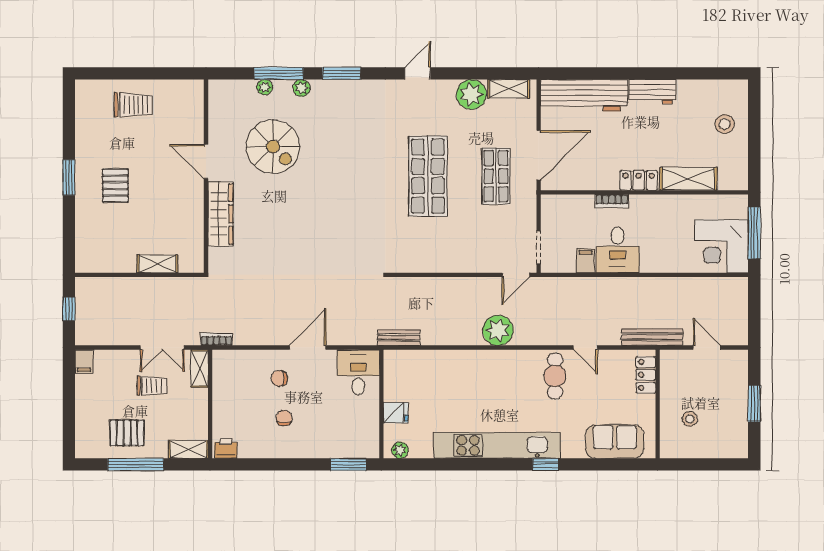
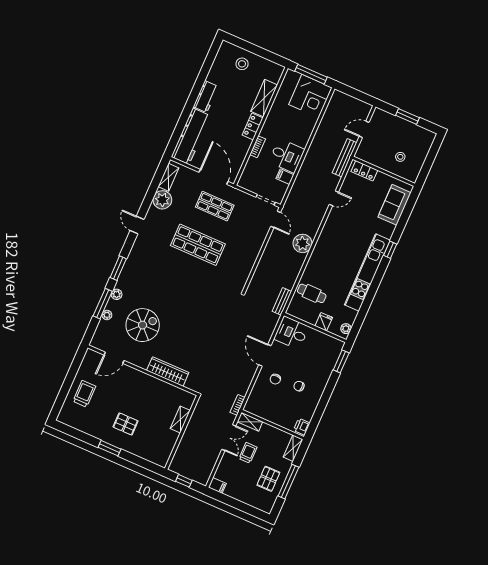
door: (206, 162) -> (114, 358), moved
cafe table: (555, 376) -> (312, 293), moved

